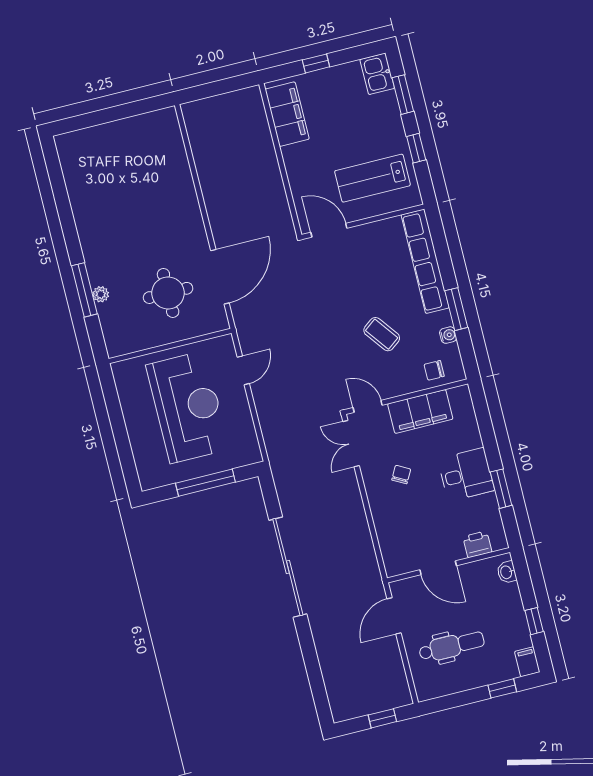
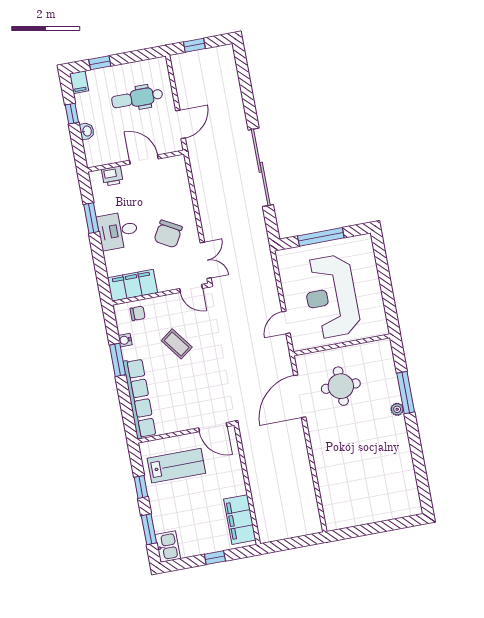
plant: (101, 294) -> (397, 409), moved
filing cabinet: (420, 411) -> (132, 285), moved
chair: (401, 475) -> (168, 234), width x1.87, depth x1.87
washbasin: (507, 572) -> (87, 131), moved

